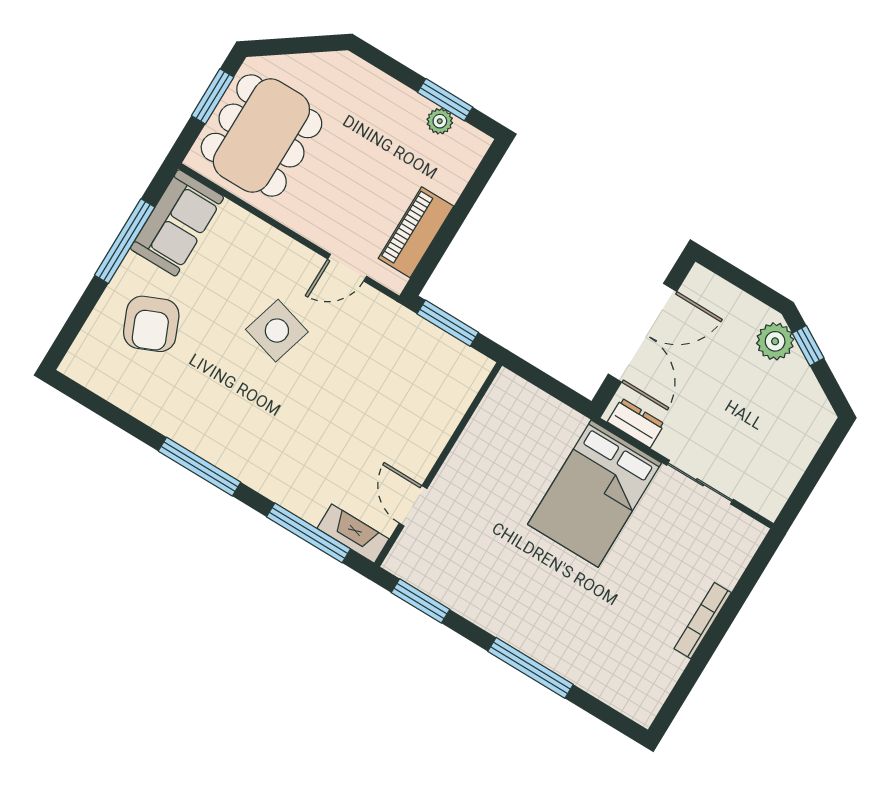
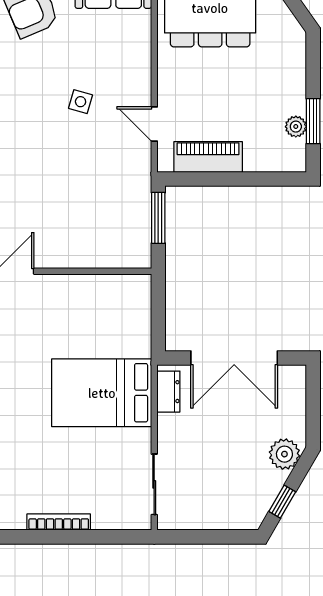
side table: (277, 331) -> (81, 102), width x0.54, depth x0.54
window: (808, 346) -> (282, 502), moved
sliding door: (700, 482) -> (154, 484), moved

